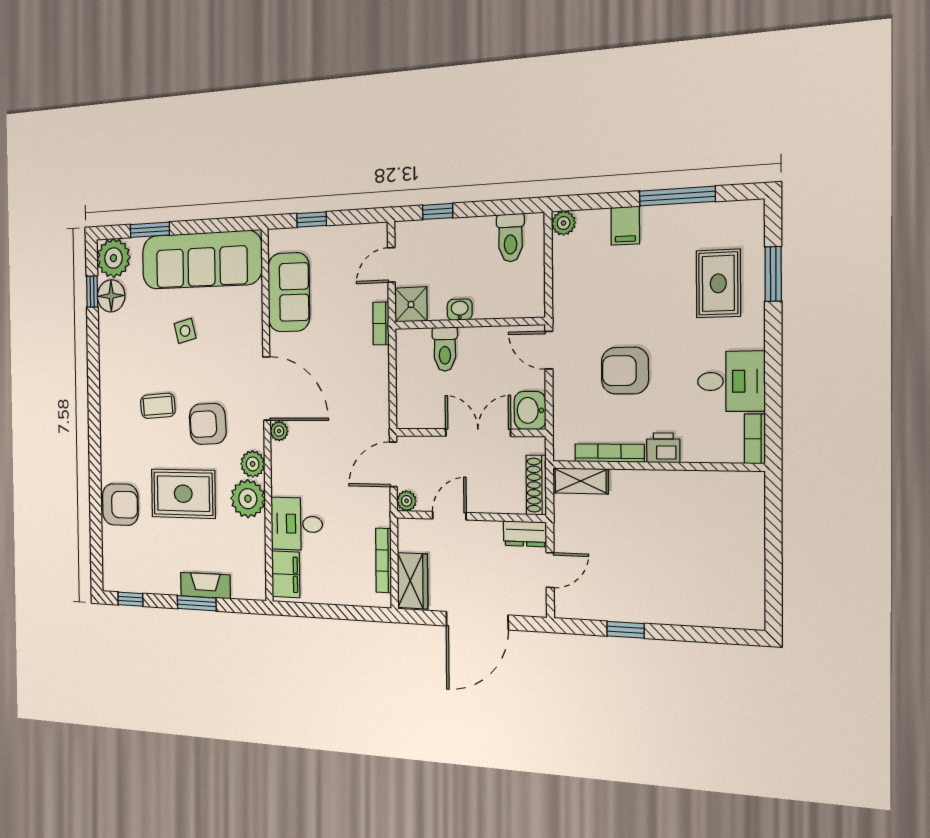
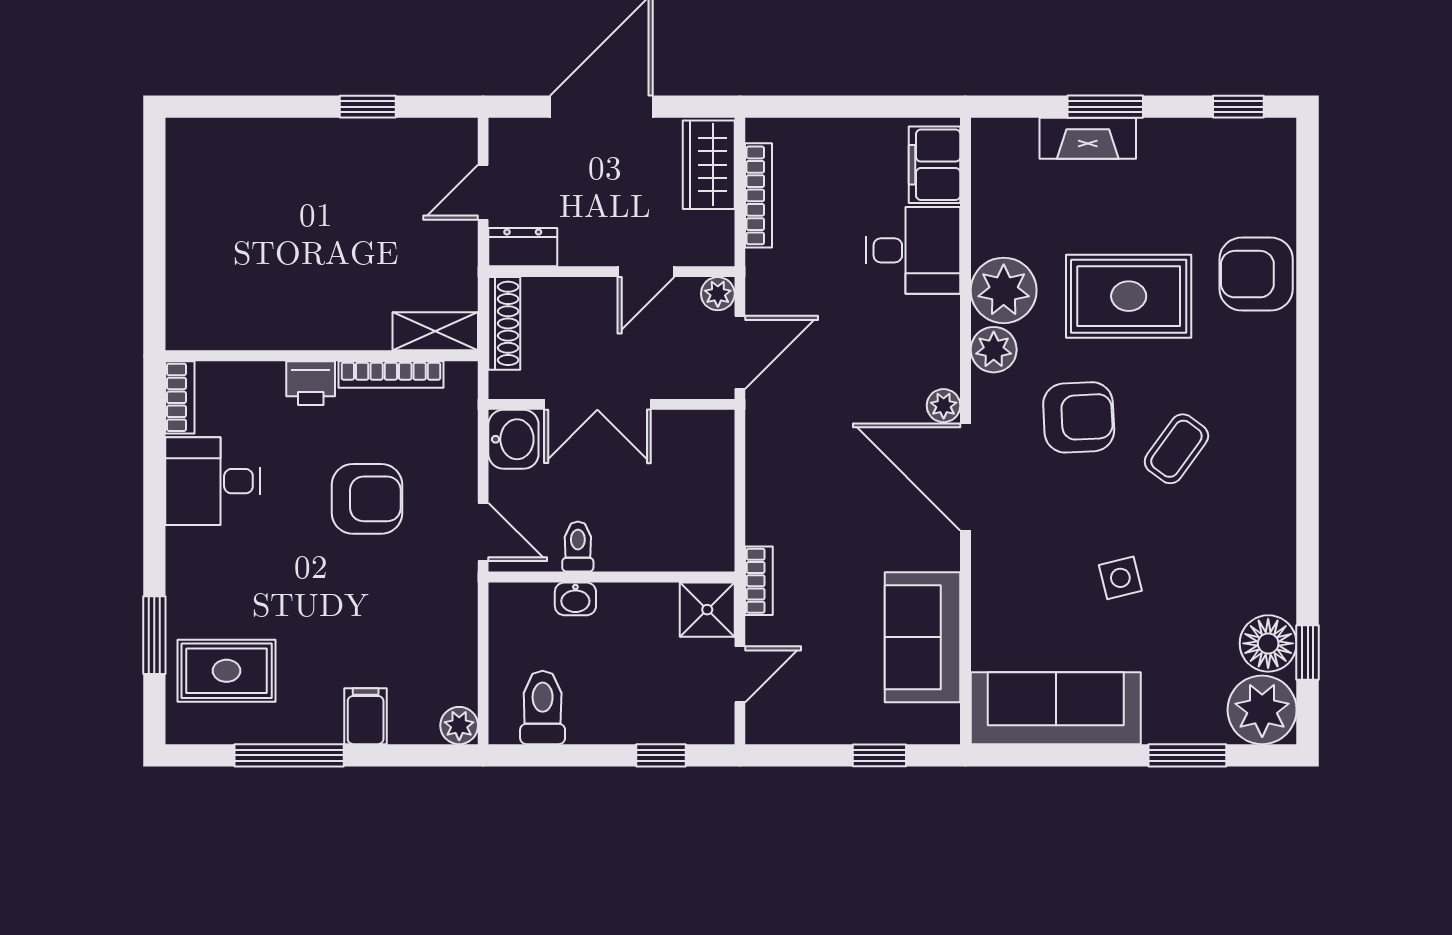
sofa: (201, 260) -> (1056, 708), width x0.74, depth x0.79
rug: (718, 283) -> (227, 671), moved, turned 90
washbasin: (460, 310) -> (575, 599), moved
toilet: (445, 349) -> (578, 547), moved, width x0.73, depth x0.72
coffee table: (158, 406) -> (1176, 449), turned -50

